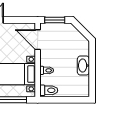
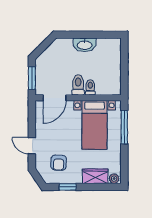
toilet: (49, 90) -> (78, 85), moved

